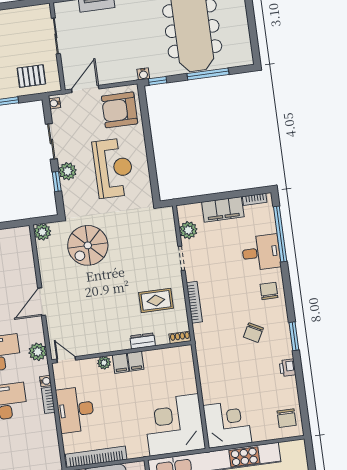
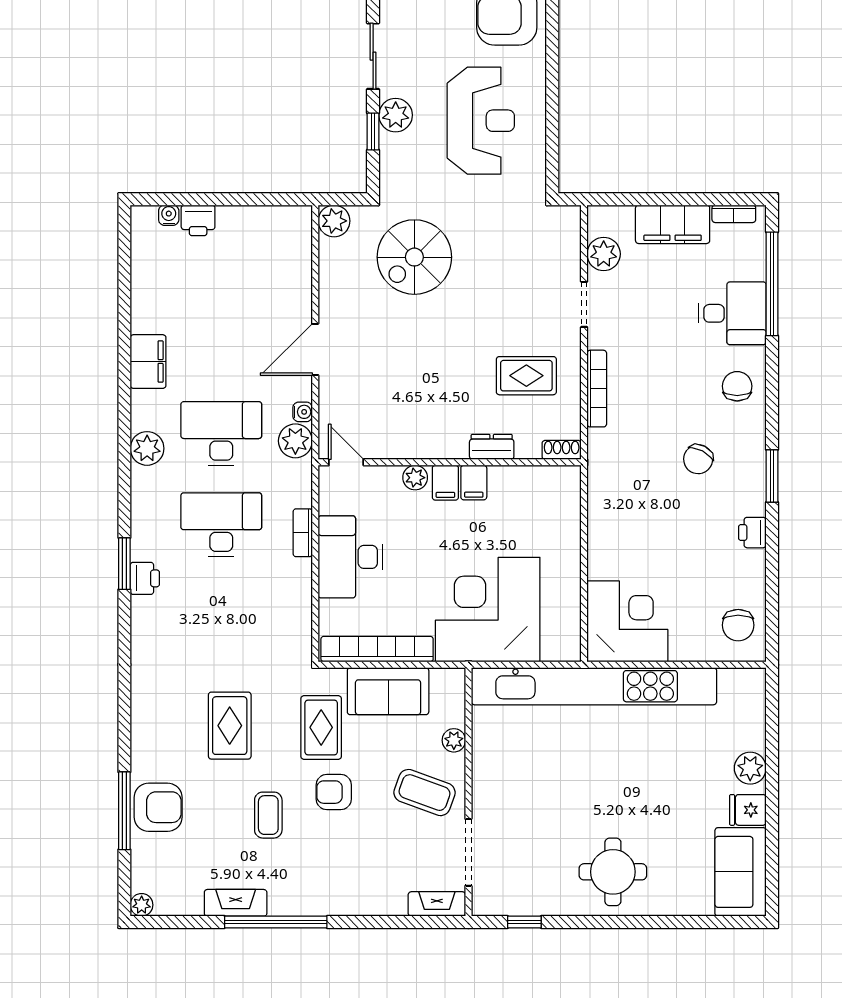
water cooler: (46, 381) -> (303, 412), moved
corner desk: (174, 425) -> (488, 610), moved

